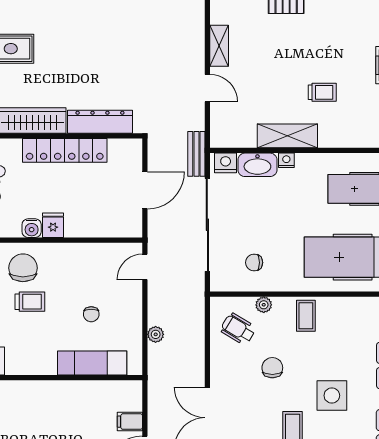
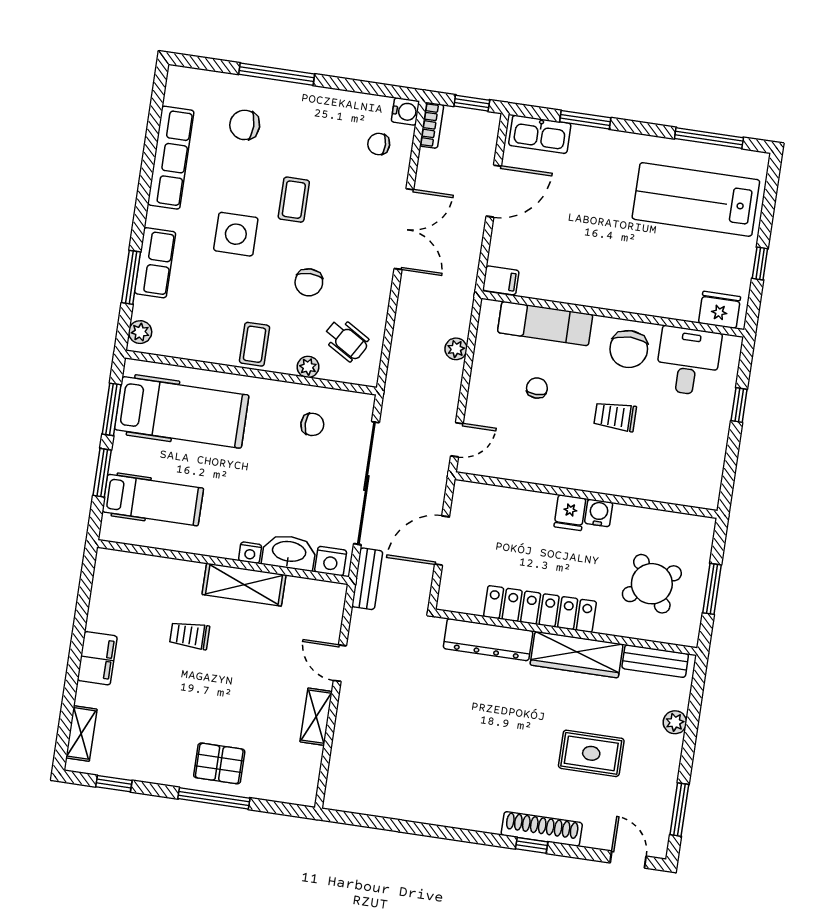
chair: (23, 268) -> (629, 349), moved
filing cabinet: (130, 422) -> (501, 280), moved

